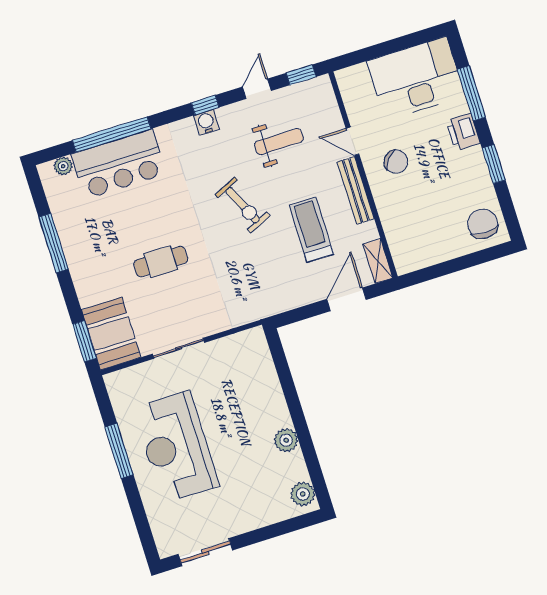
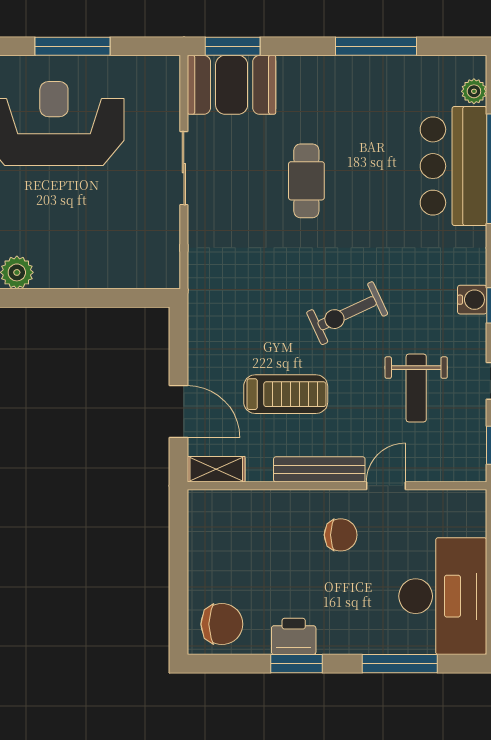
printer: (463, 132) -> (294, 636), moved
chair: (396, 162) -> (341, 535), turned -129

